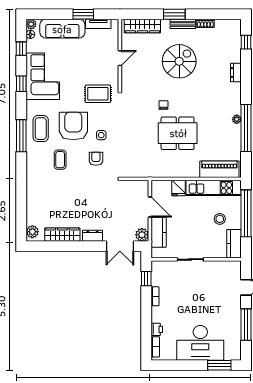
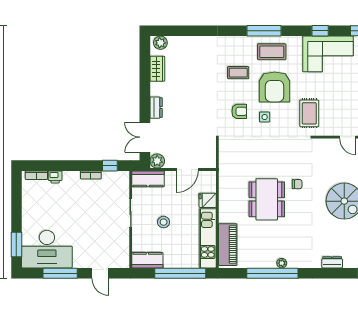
armchair: (73, 126) -> (275, 87), turned 90
stool: (220, 219) -> (164, 222), moved
kitchen counter: (159, 232) -> (148, 179), moved
wardrobe: (62, 235) -> (157, 69), width x0.67
desk: (200, 343) -> (47, 249), moved, turned -90

